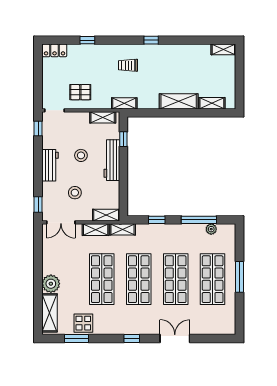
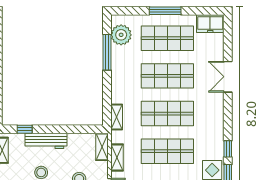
window: (157, 220) -> (107, 95), removed
shelving: (123, 229) -> (117, 117), moved
plant: (211, 229) -> (121, 35), width x1.88, depth x1.88
freezer: (227, 321) -> (210, 24), added
window: (132, 338) -> (228, 149), moved

